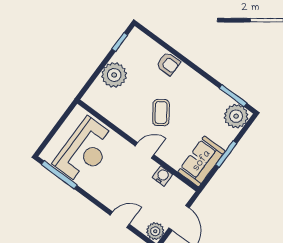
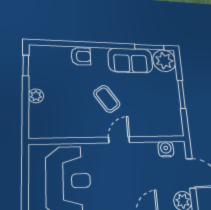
plant: (114, 75) -> (36, 96), width x0.53, depth x0.53
sofa: (202, 161) -> (130, 60), moved, turned -90
water cooler: (162, 176) -> (166, 149), moved

